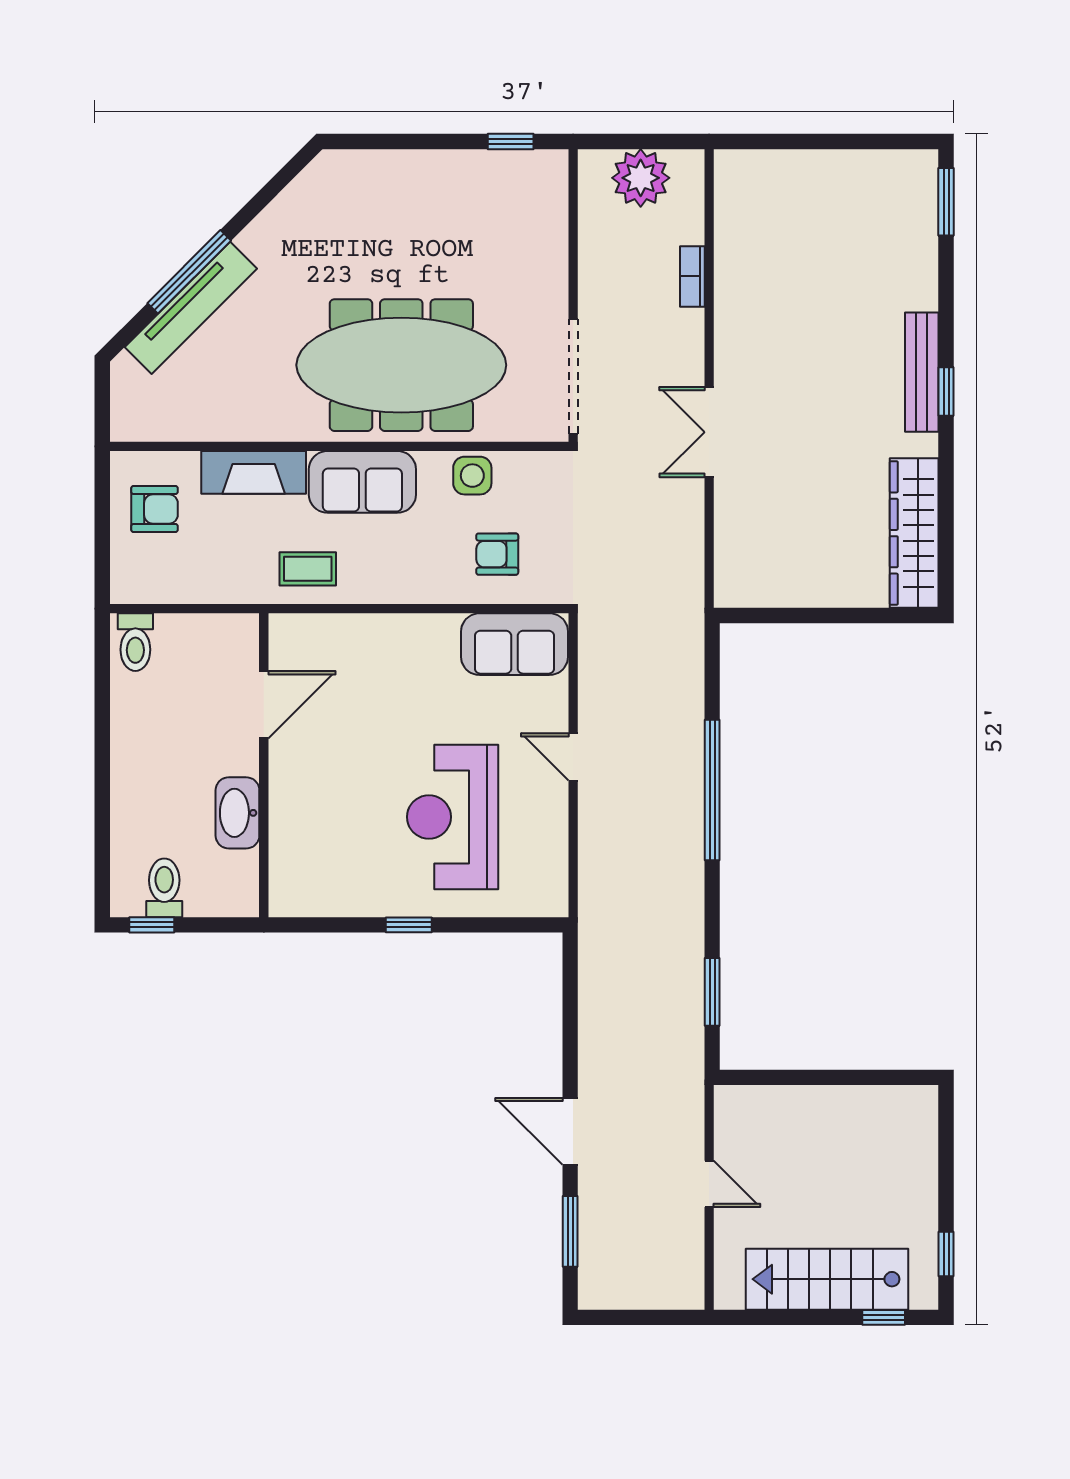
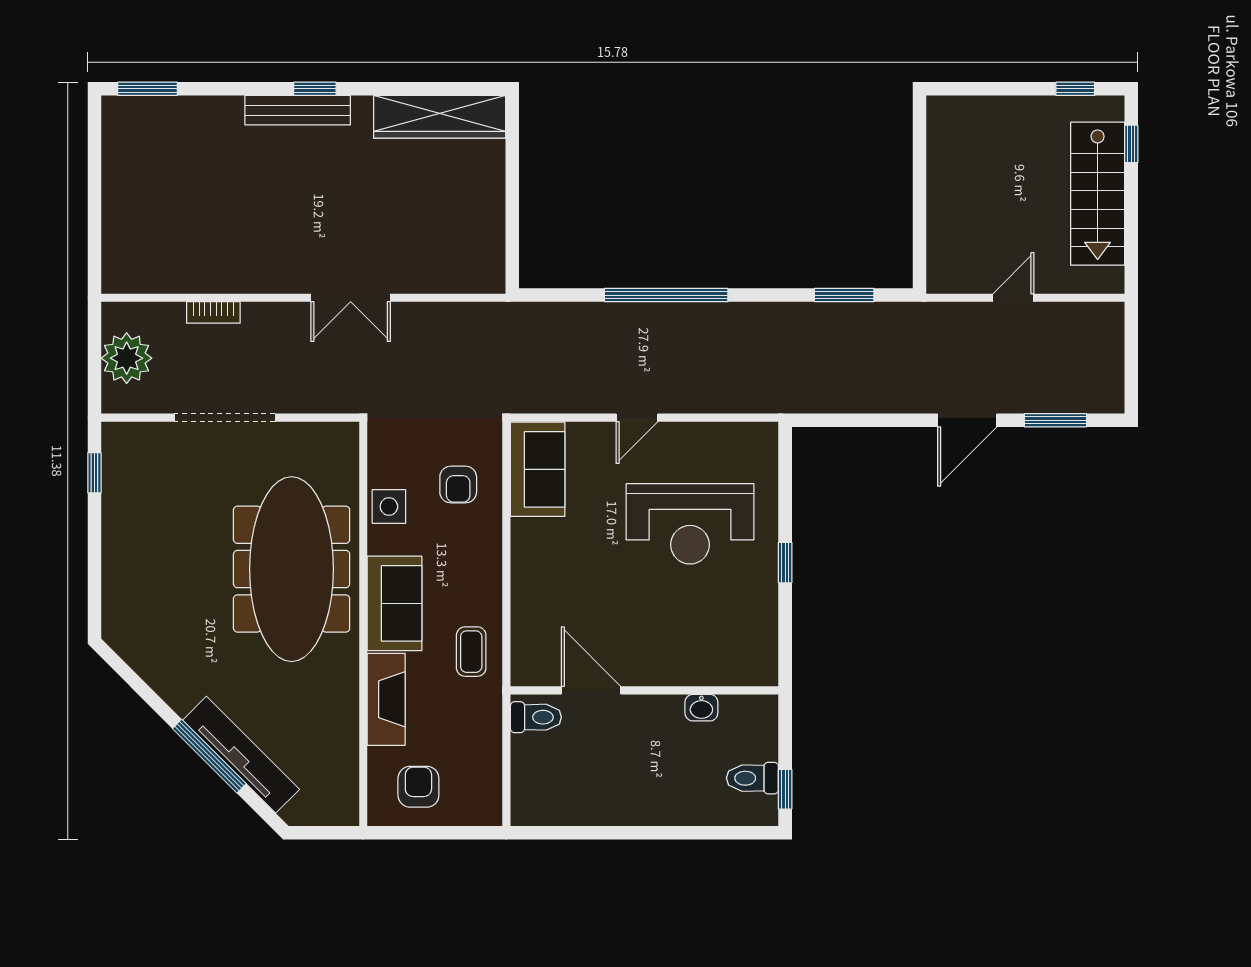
doorway: (573, 376) -> (225, 418), moved
toilet: (135, 642) -> (536, 717), moved
washbasin: (237, 813) -> (701, 708), width x0.52, depth x0.69

